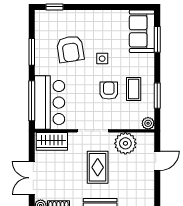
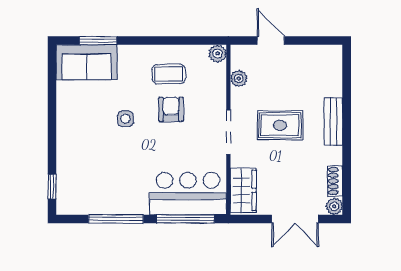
armchair: (70, 49) -> (112, 164), removed
window: (32, 52) -> (116, 219), width x1.44
armchair: (109, 91) -> (171, 109), turned 90
window: (157, 96) -> (178, 41), removed
plant: (125, 143) -> (239, 78), width x0.53, depth x0.53

